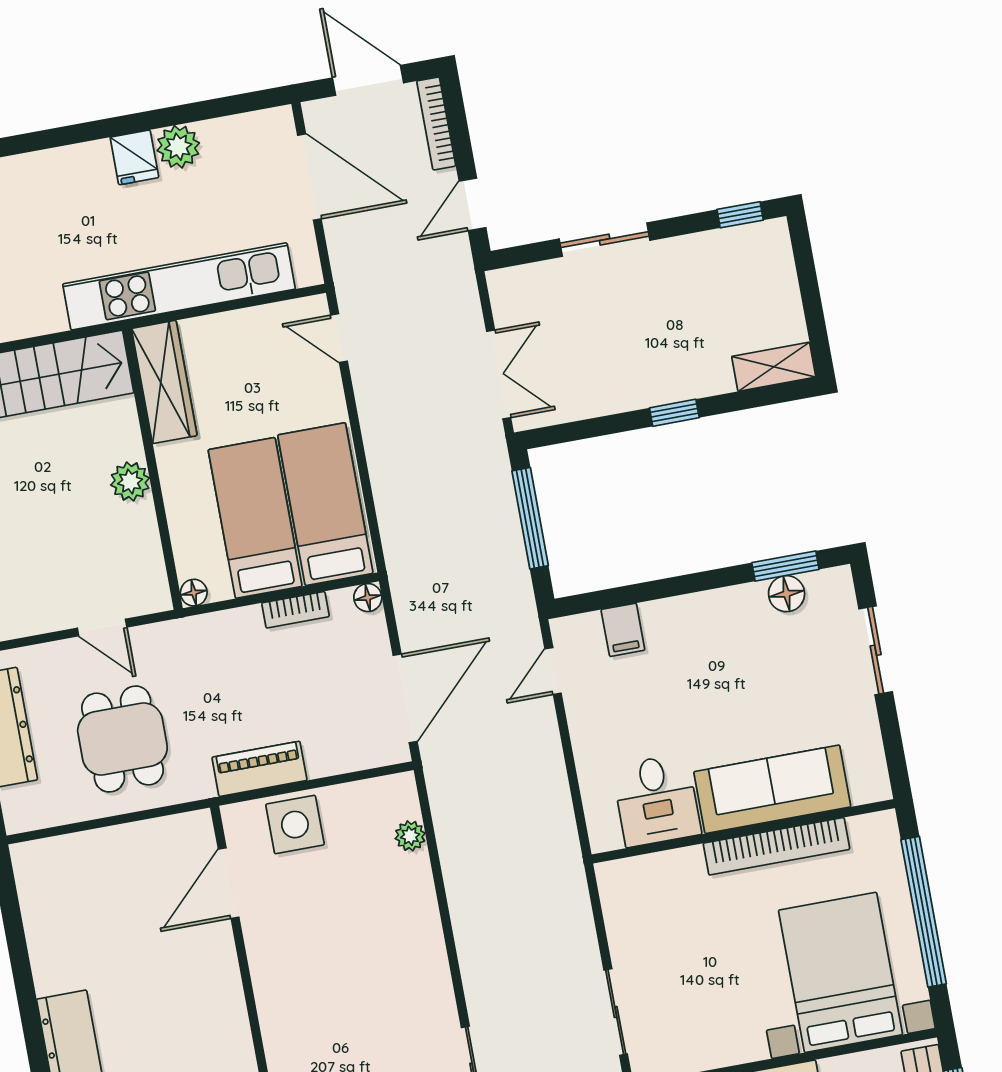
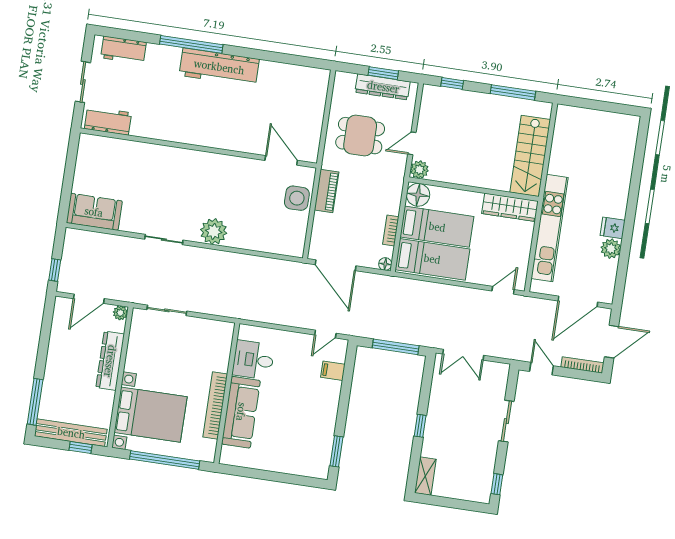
plant: (130, 482) -> (419, 170), moved
floor lamp: (194, 593) -> (418, 195), width x1.89, depth x1.89
floor lamp: (787, 594) -> (324, 448), removed
sliding door: (876, 650) -> (286, 478), removed
door: (553, 671) -> (325, 334), swing flipped
plant: (410, 836) -> (214, 231), moved, width x1.87, depth x1.87

